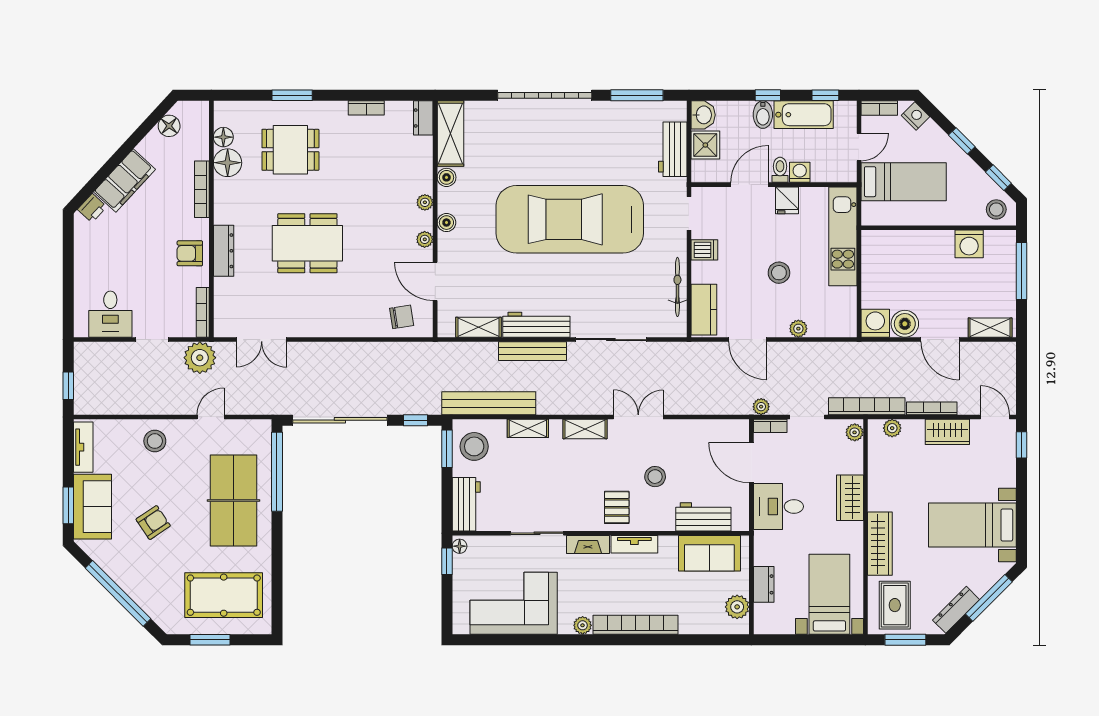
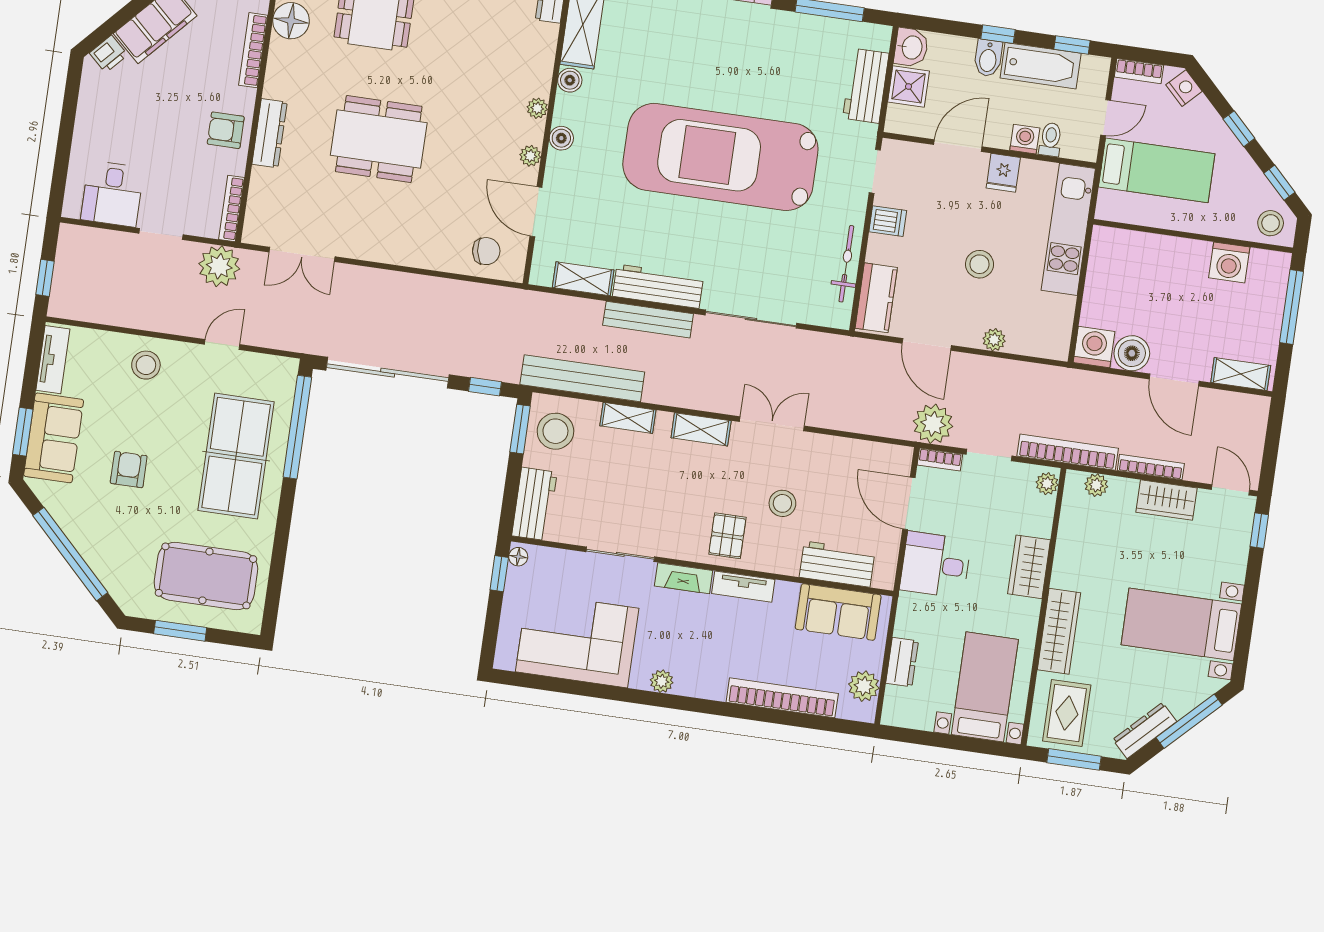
toilet: (780, 170) -> (1051, 139), moved
plant: (761, 407) -> (933, 424), width x1.88, depth x1.88
armchair: (153, 523) -> (129, 470), turned -56
bookcase: (635, 625) -> (782, 698), moved

